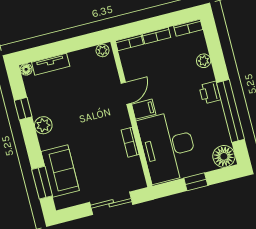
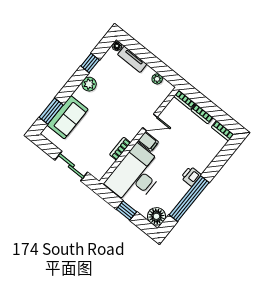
plant: (103, 50) -> (157, 79), moved
plant: (204, 61) -> (209, 157), removed

